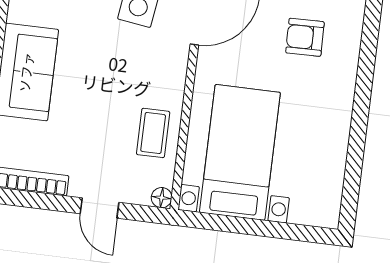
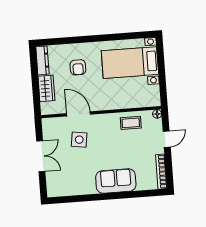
bed with nightstands: (240, 152) -> (130, 63), moved

